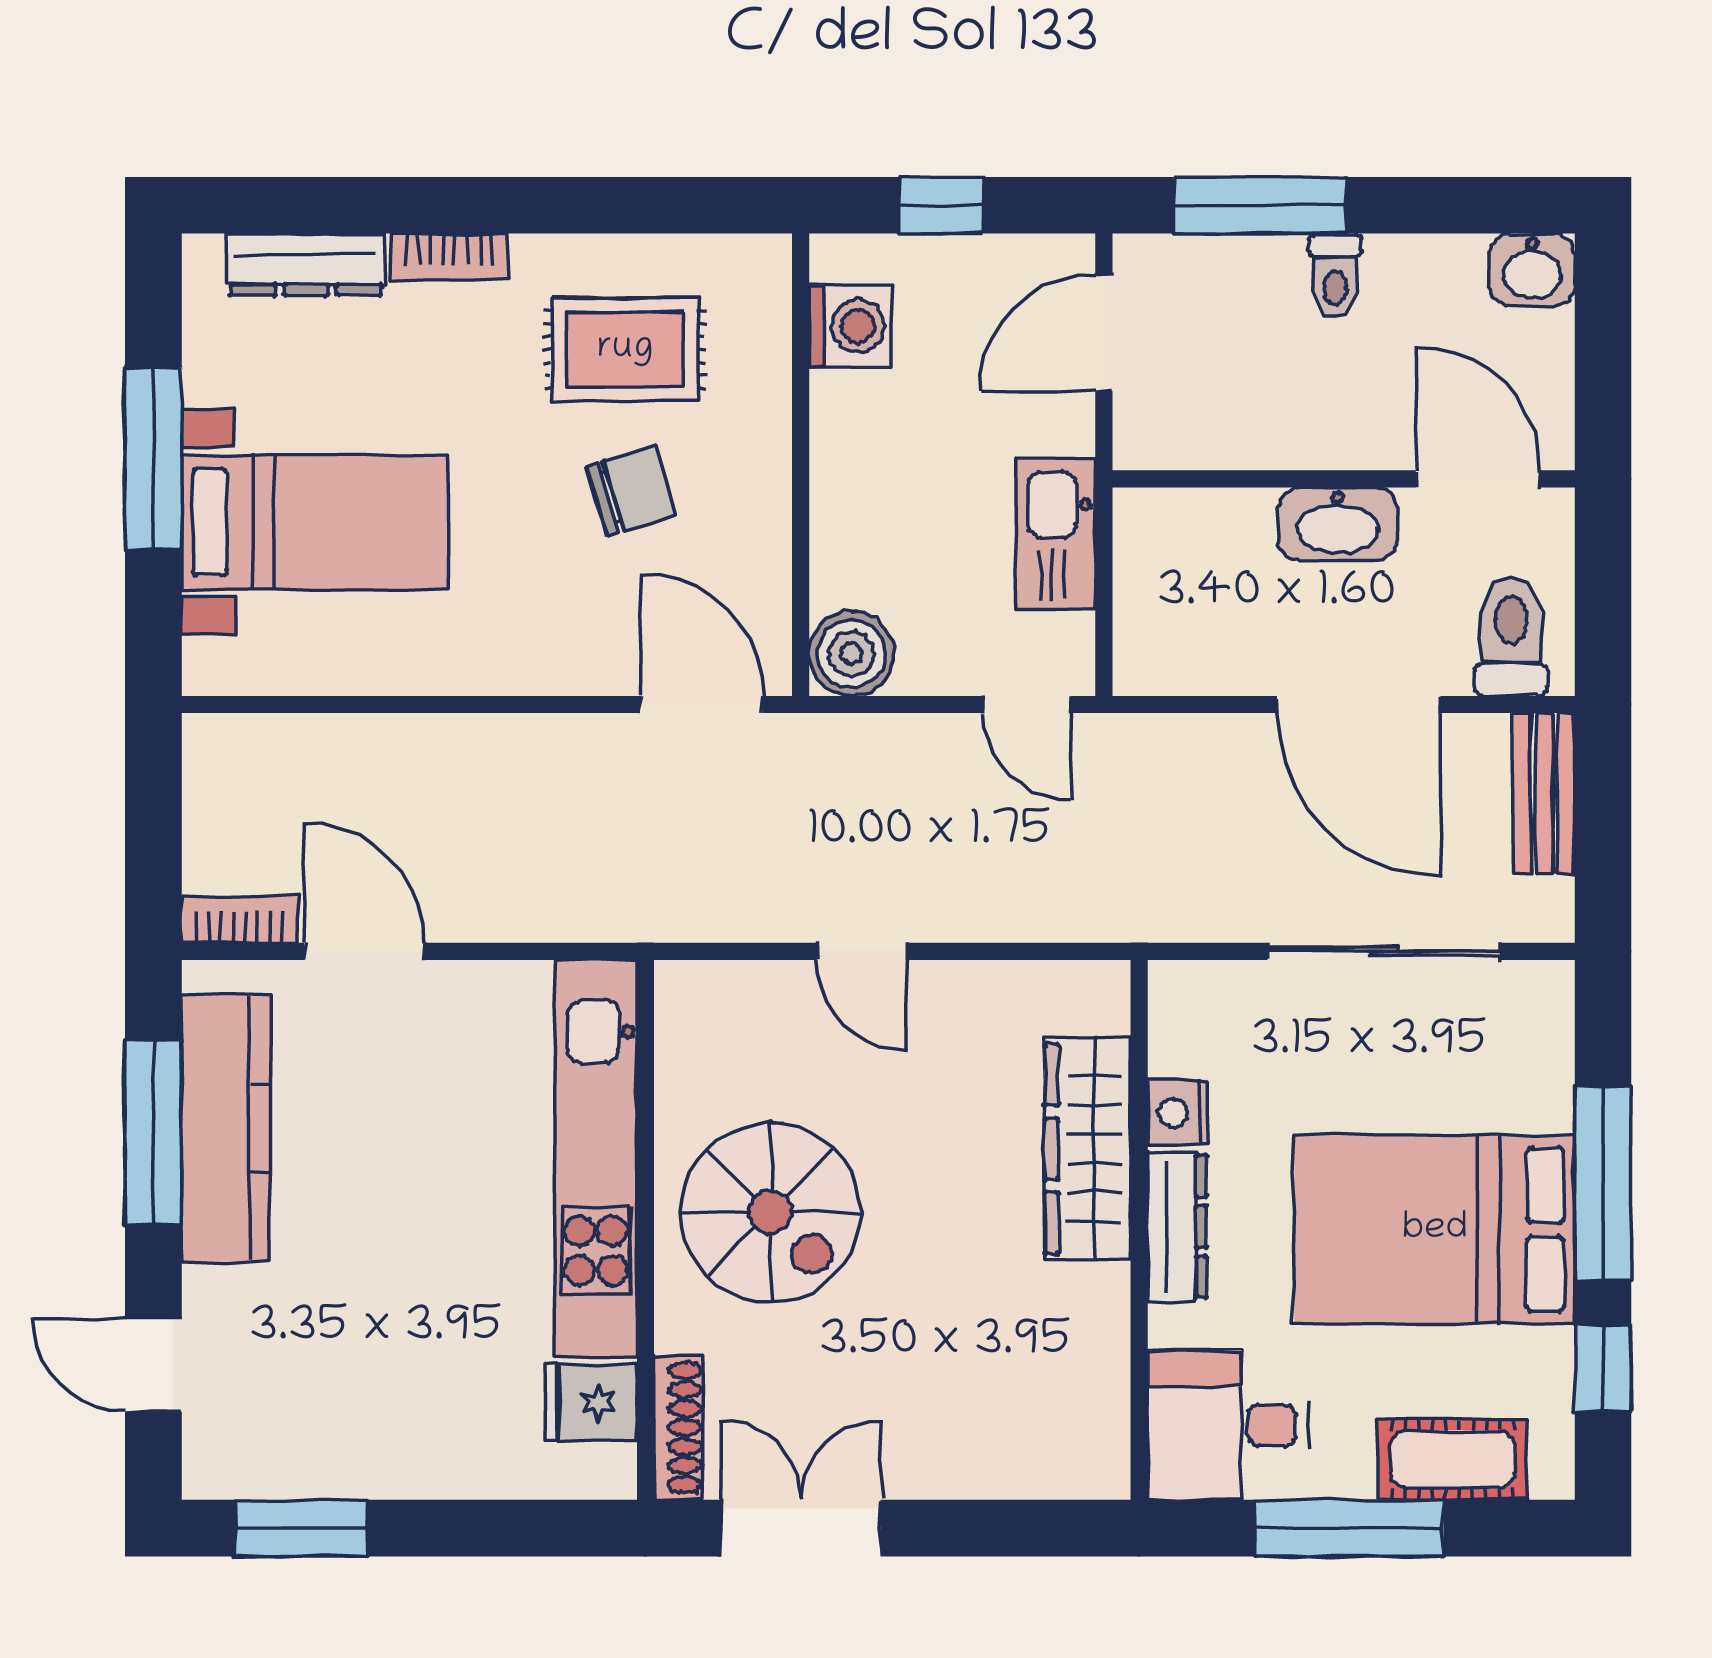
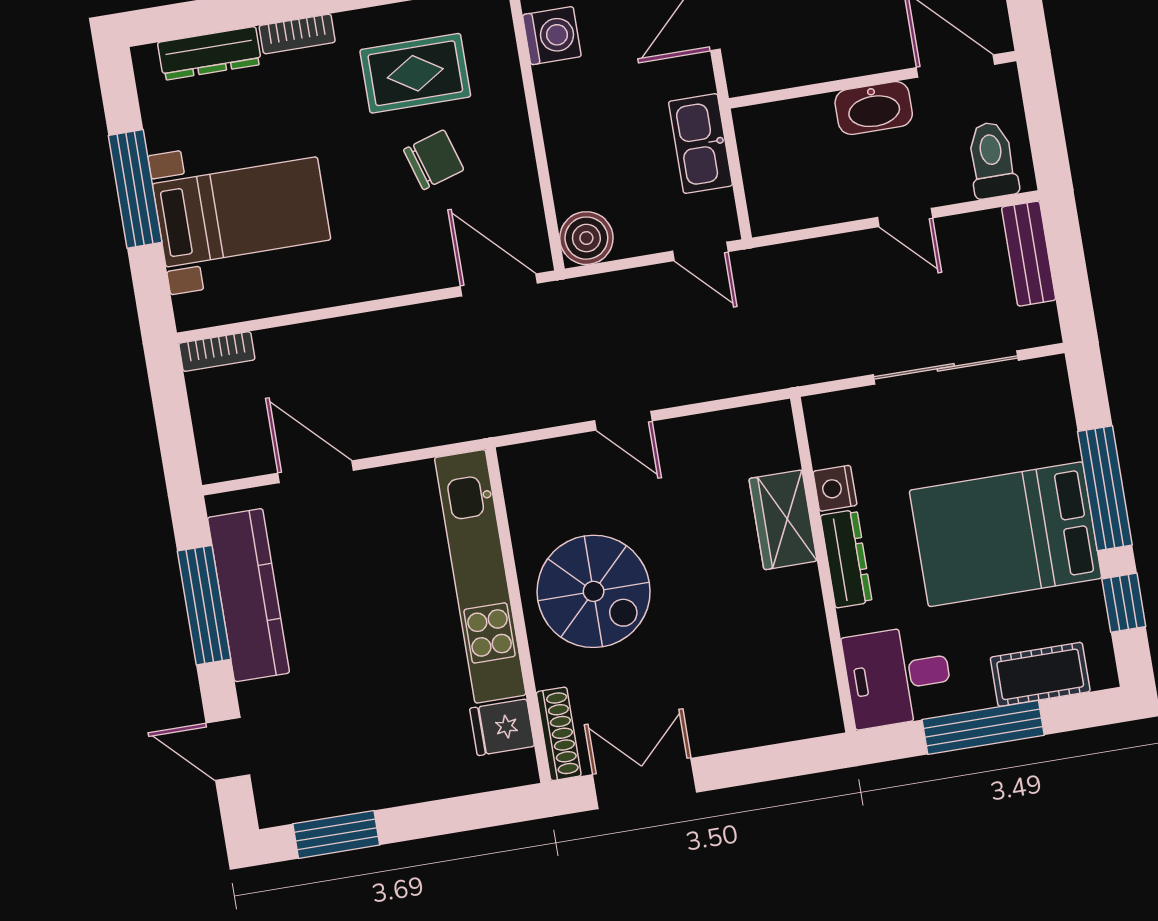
door: (1359, 705) -> (905, 218), width x0.53
bookcase: (240, 920) -> (217, 352), moved, turned 180
wardrobe: (1088, 1149) -> (783, 520), width x0.67

